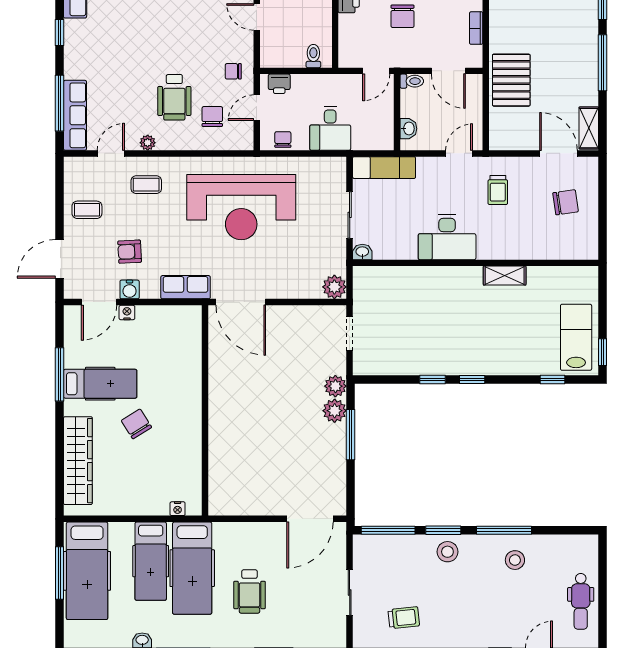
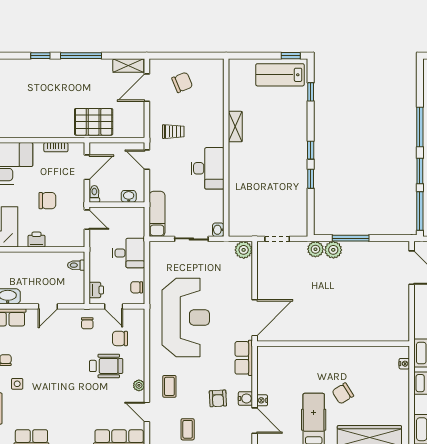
chair: (566, 202) -> (182, 82), turned 76

